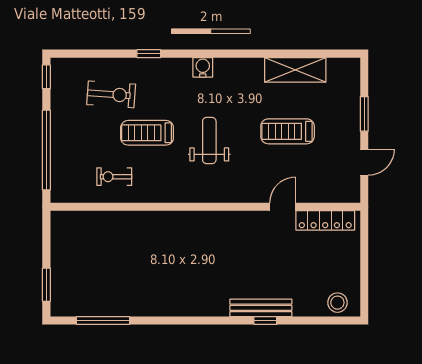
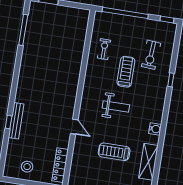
water cooler: (203, 67) -> (155, 129), moved
treadmill: (288, 131) -> (114, 152), turned -90
door: (283, 207) -> (74, 127), moved
stool: (337, 303) -> (27, 167), moved

